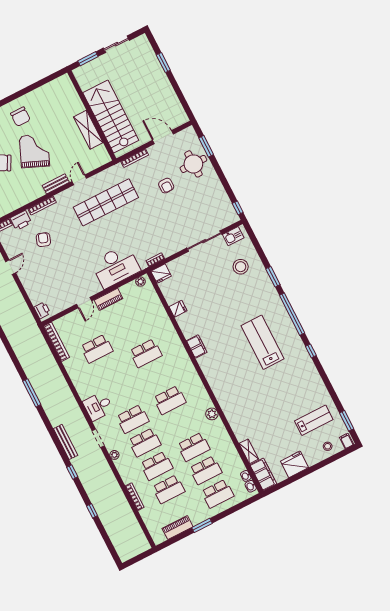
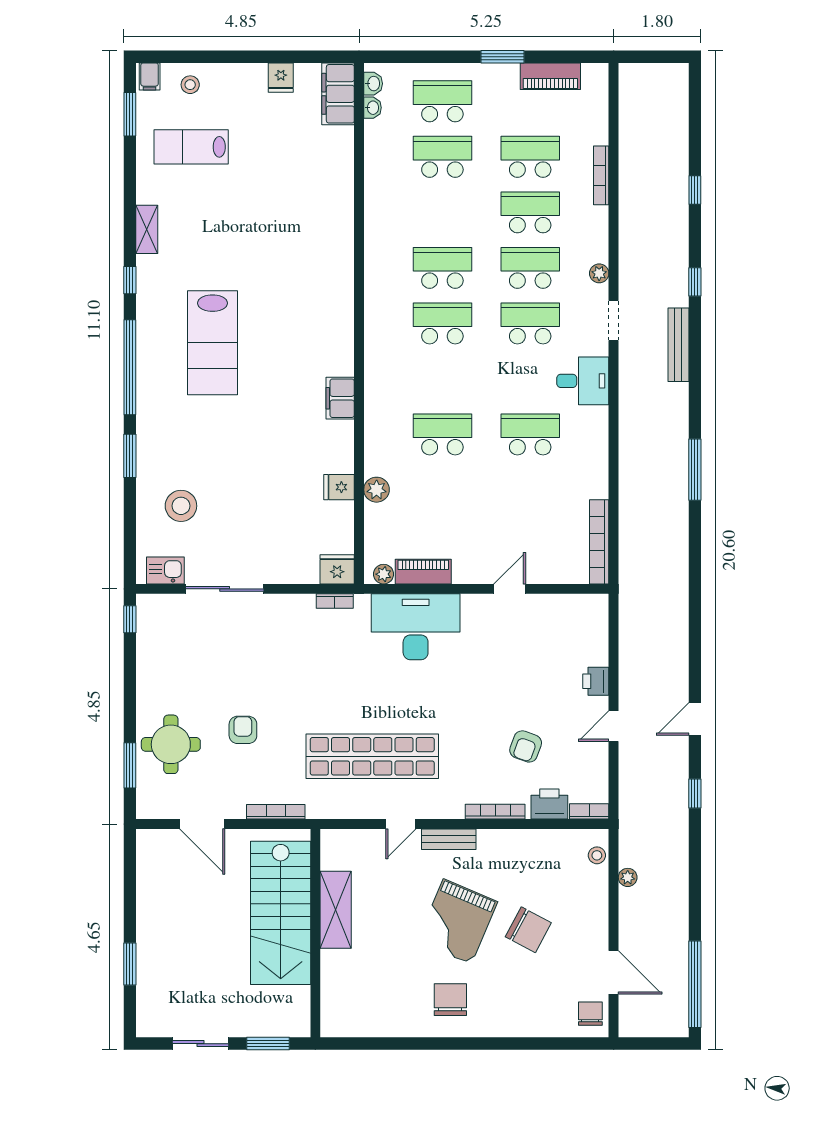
piano: (109, 299) -> (423, 572), moved
printer: (42, 310) -> (596, 681), moved
school desk: (97, 349) -> (530, 434), moved
plant: (212, 414) -> (377, 490), moved
school desk: (194, 447) -> (442, 268), moved
shelving: (249, 451) -> (147, 229), moved
fridge: (294, 464) -> (281, 78), width x0.53, depth x0.75

